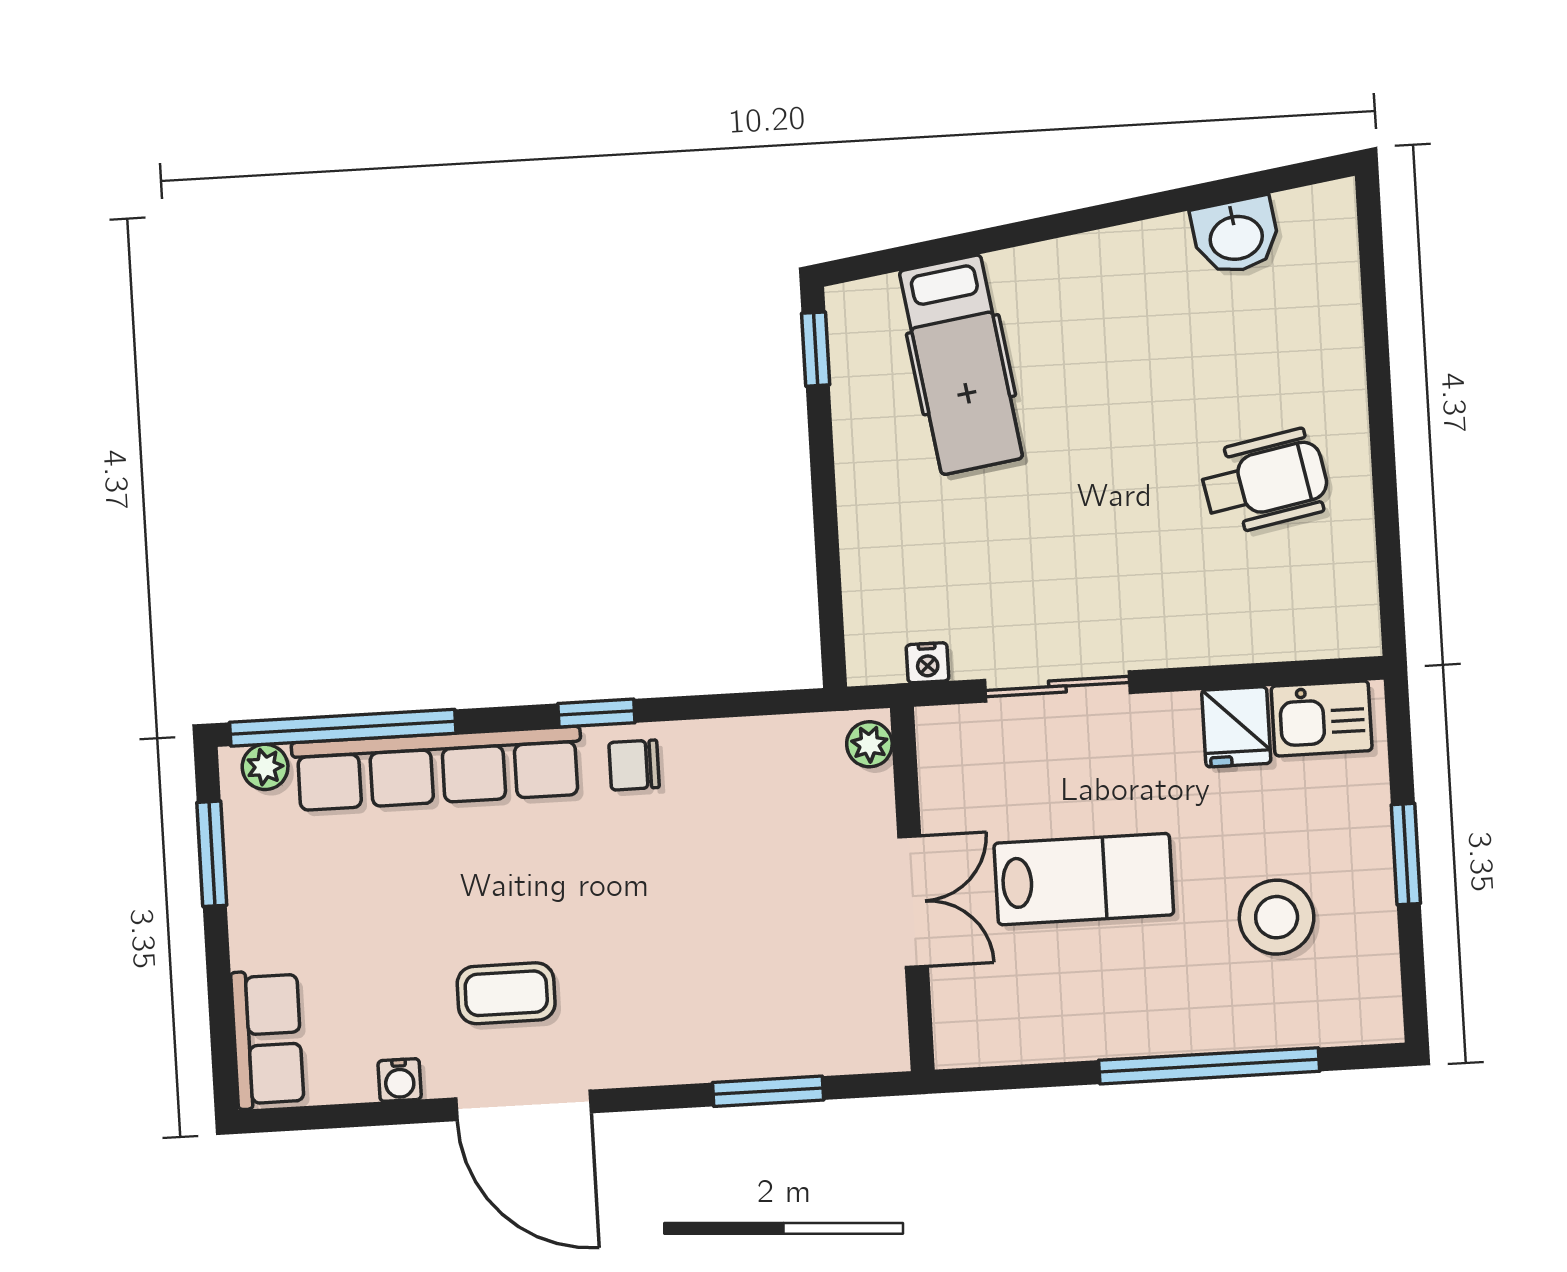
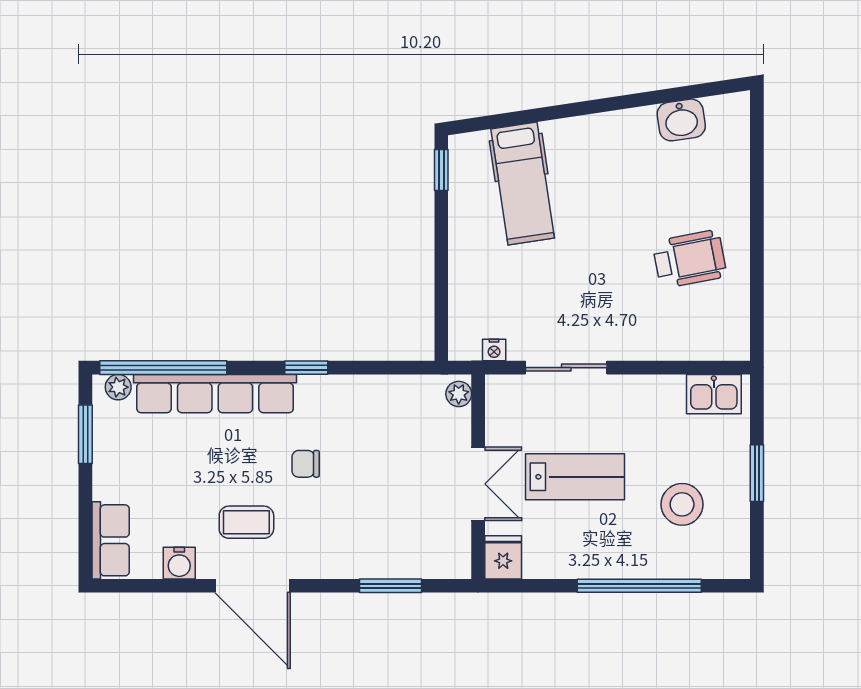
fridge: (1236, 727) -> (503, 557), moved, turned 180
chair: (634, 765) -> (306, 464), moved
water cooler: (400, 1080) -> (179, 563), width x1.38, depth x1.38

